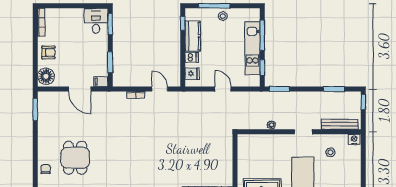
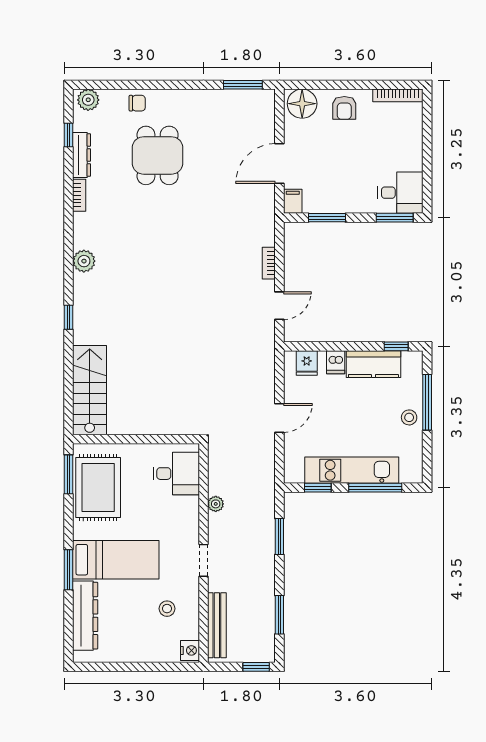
window: (279, 89) -> (279, 537), moved
desk: (254, 147) -> (176, 474), added
dining table: (75, 158) -> (158, 155), turned 90

